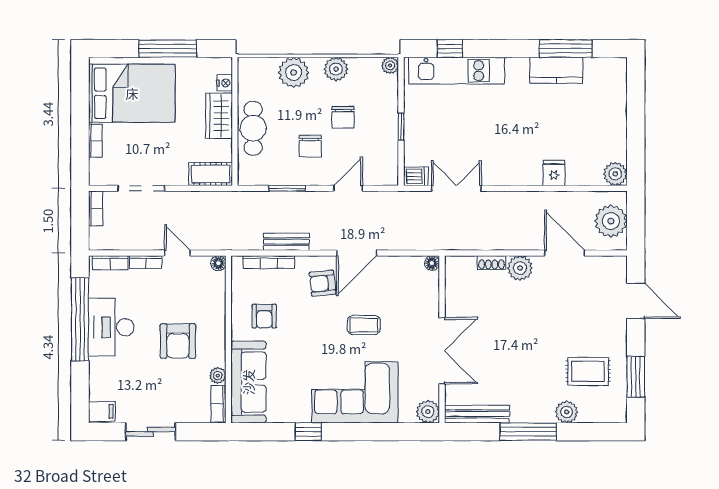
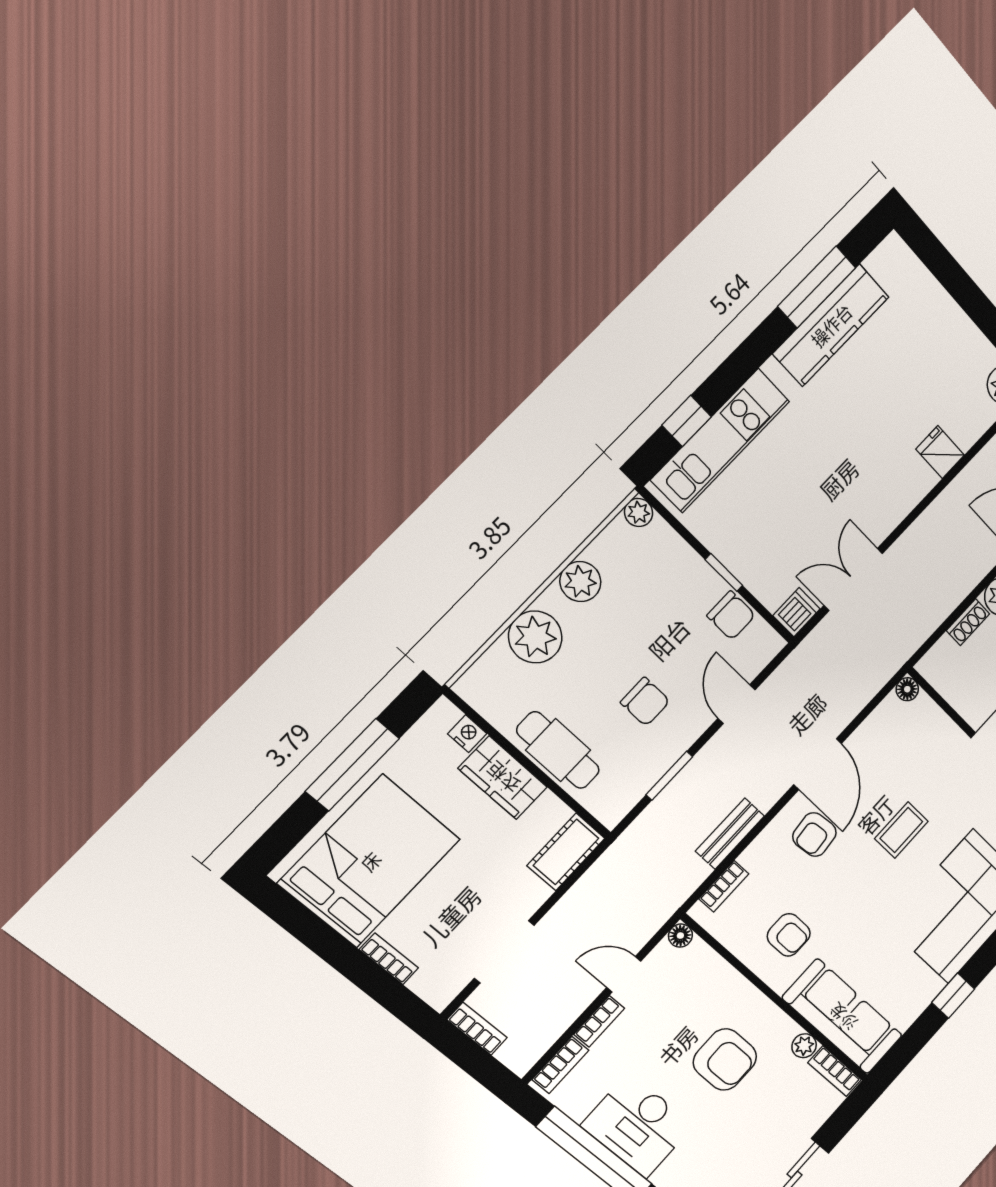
kitchen counter: (556, 70) -> (831, 325), width x1.50
chair: (343, 117) -> (731, 615), moved
bookcase: (269, 262) -> (724, 886), width x0.64

